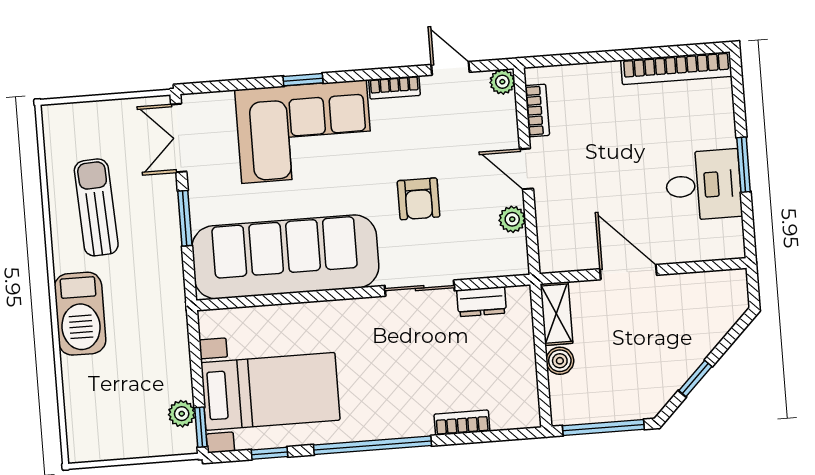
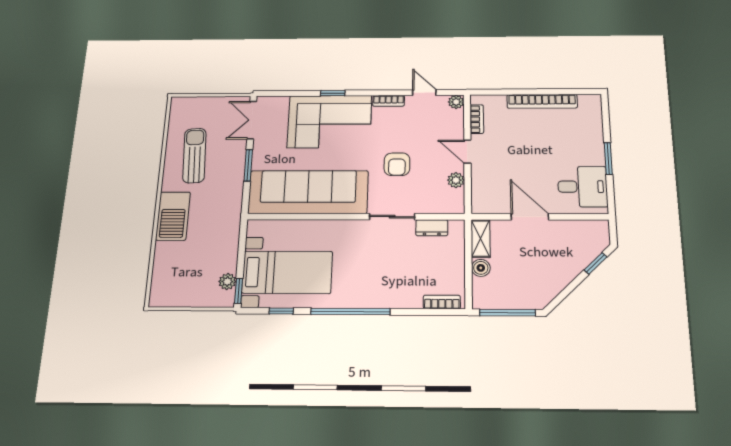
bookcase: (676, 68) -> (542, 101), moved
desk: (703, 185) -> (583, 187), moved
window: (695, 379) -> (595, 263), moved
bookcase: (462, 423) -> (442, 302), moved

